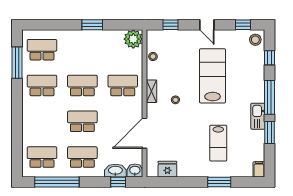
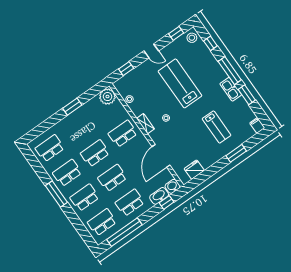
window: (17, 63) -> (56, 194), moved
school desk: (42, 121) -> (85, 198), added

